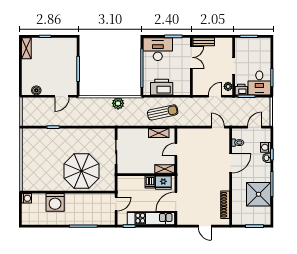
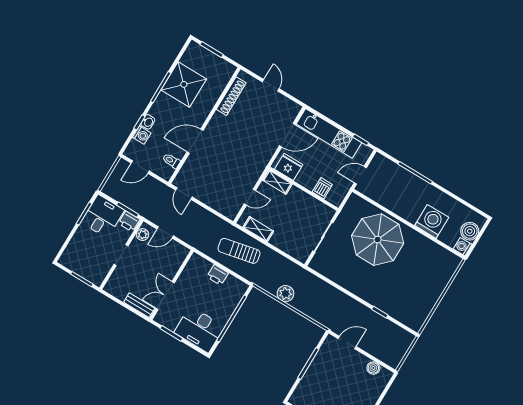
printer: (162, 87) -> (218, 275), width x0.53, depth x0.68
dishwasher: (150, 182) -> (322, 188), moved
boiler: (28, 210) -> (470, 231), added

